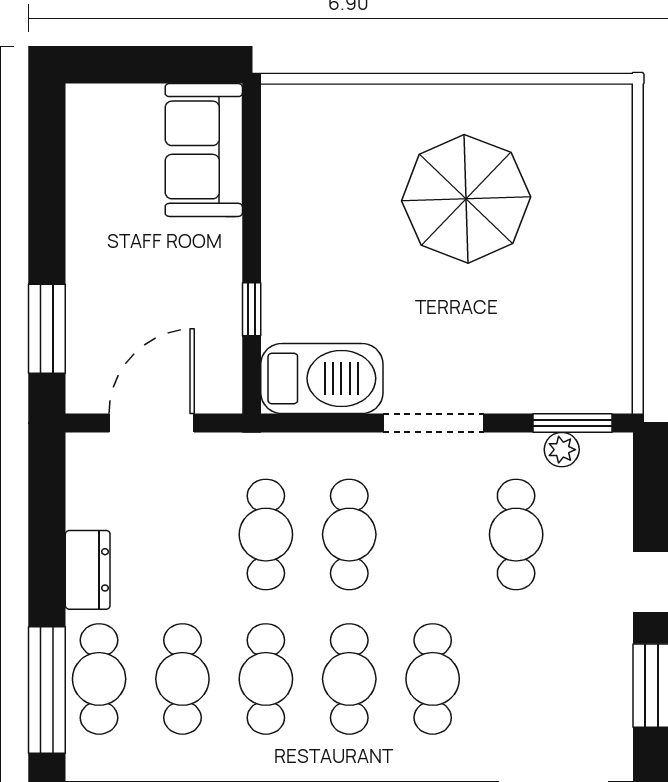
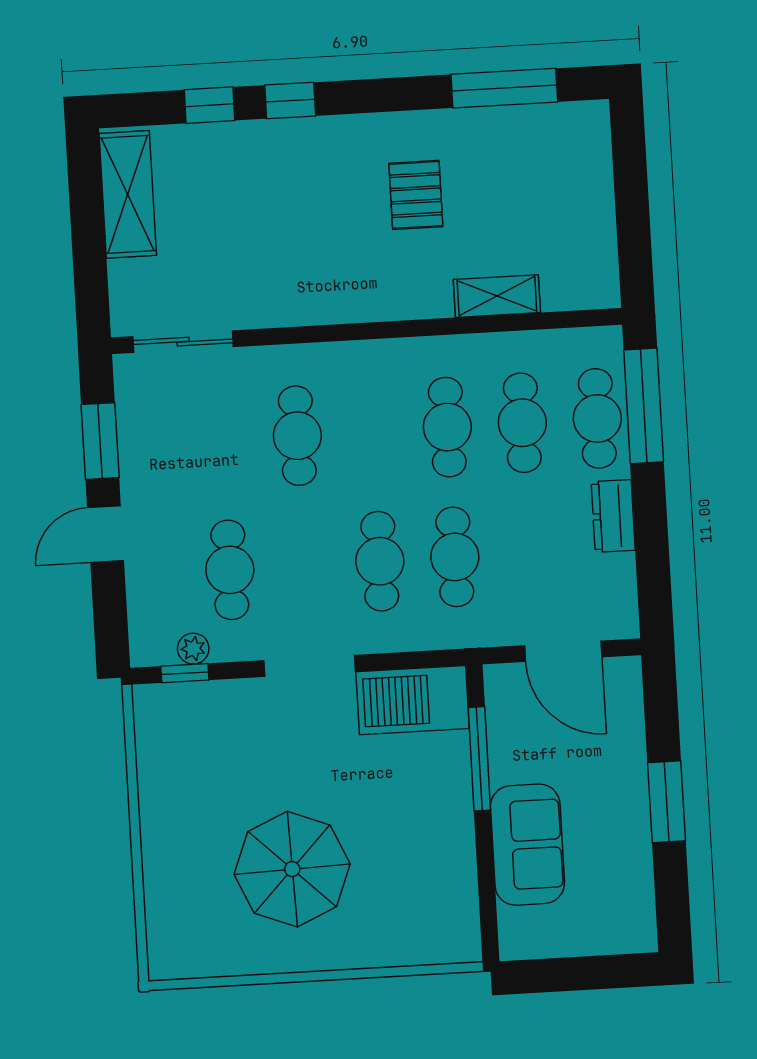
sofa: (204, 150) -> (527, 845), moved
window: (252, 309) -> (479, 759), width x2.17
window: (47, 329) -> (666, 802), moved
door: (152, 423) -> (563, 651), hinge flipped
window: (573, 423) -> (185, 673), width x0.67
cafe table: (349, 679) -> (372, 431), removed

